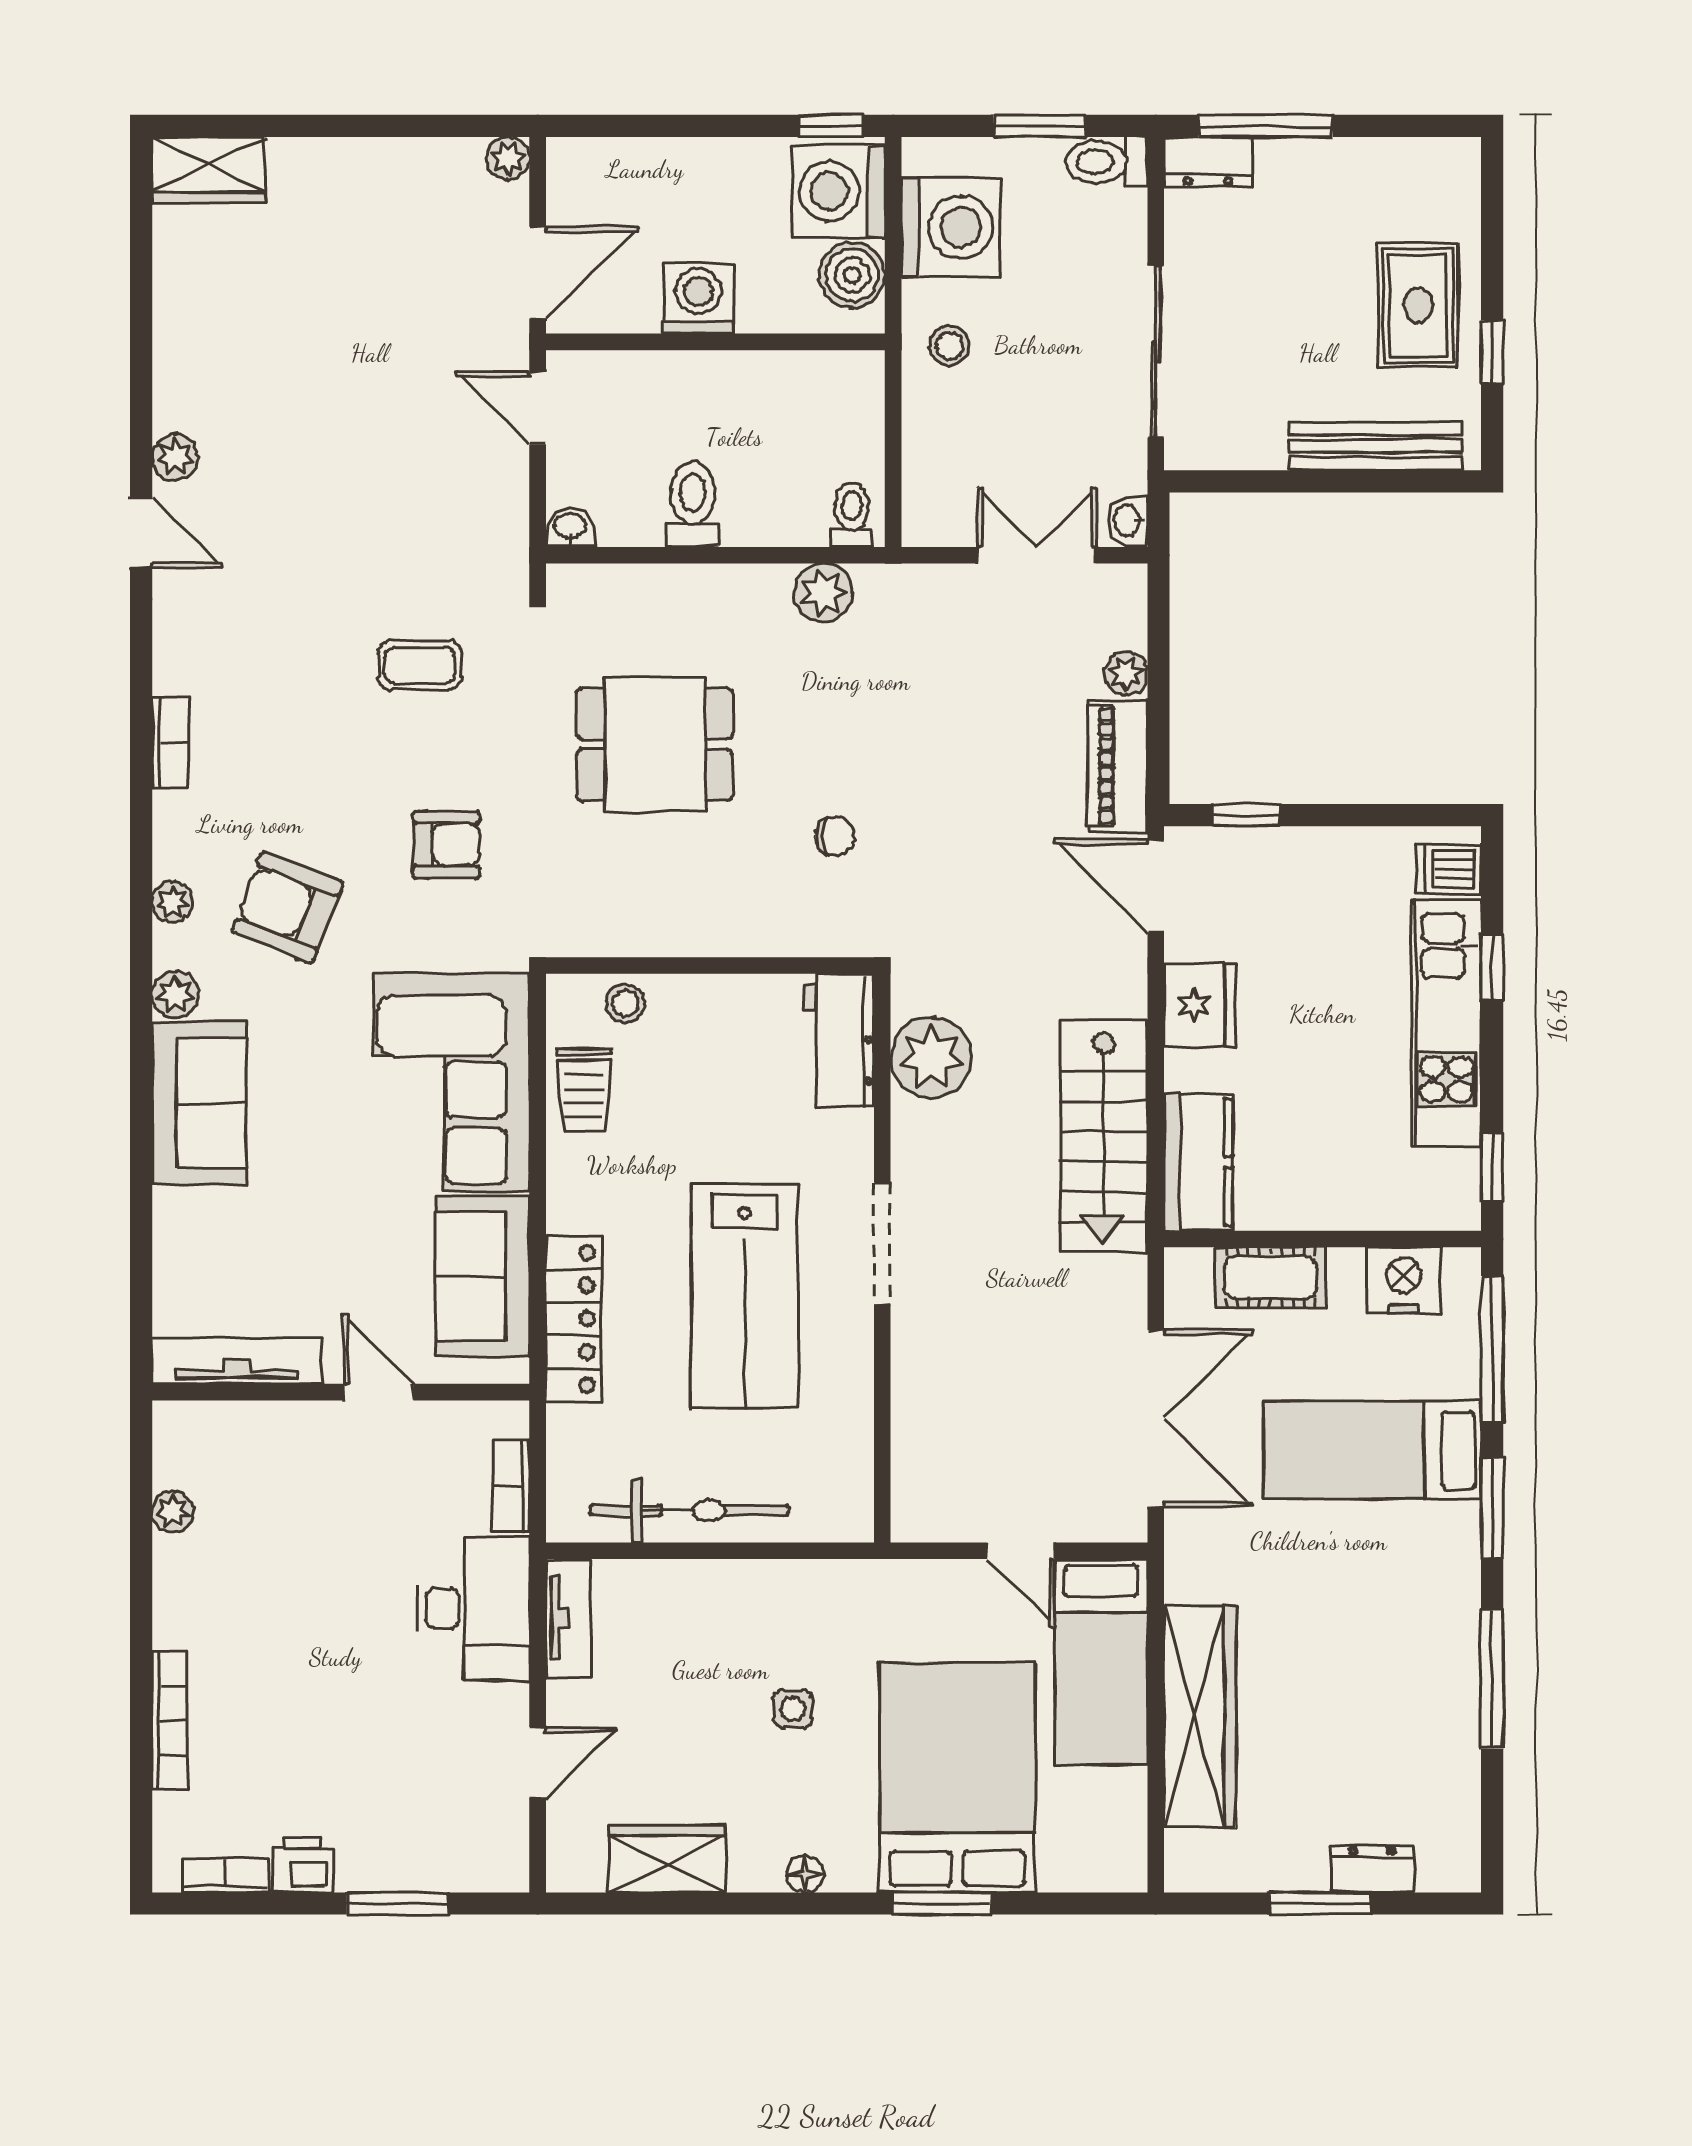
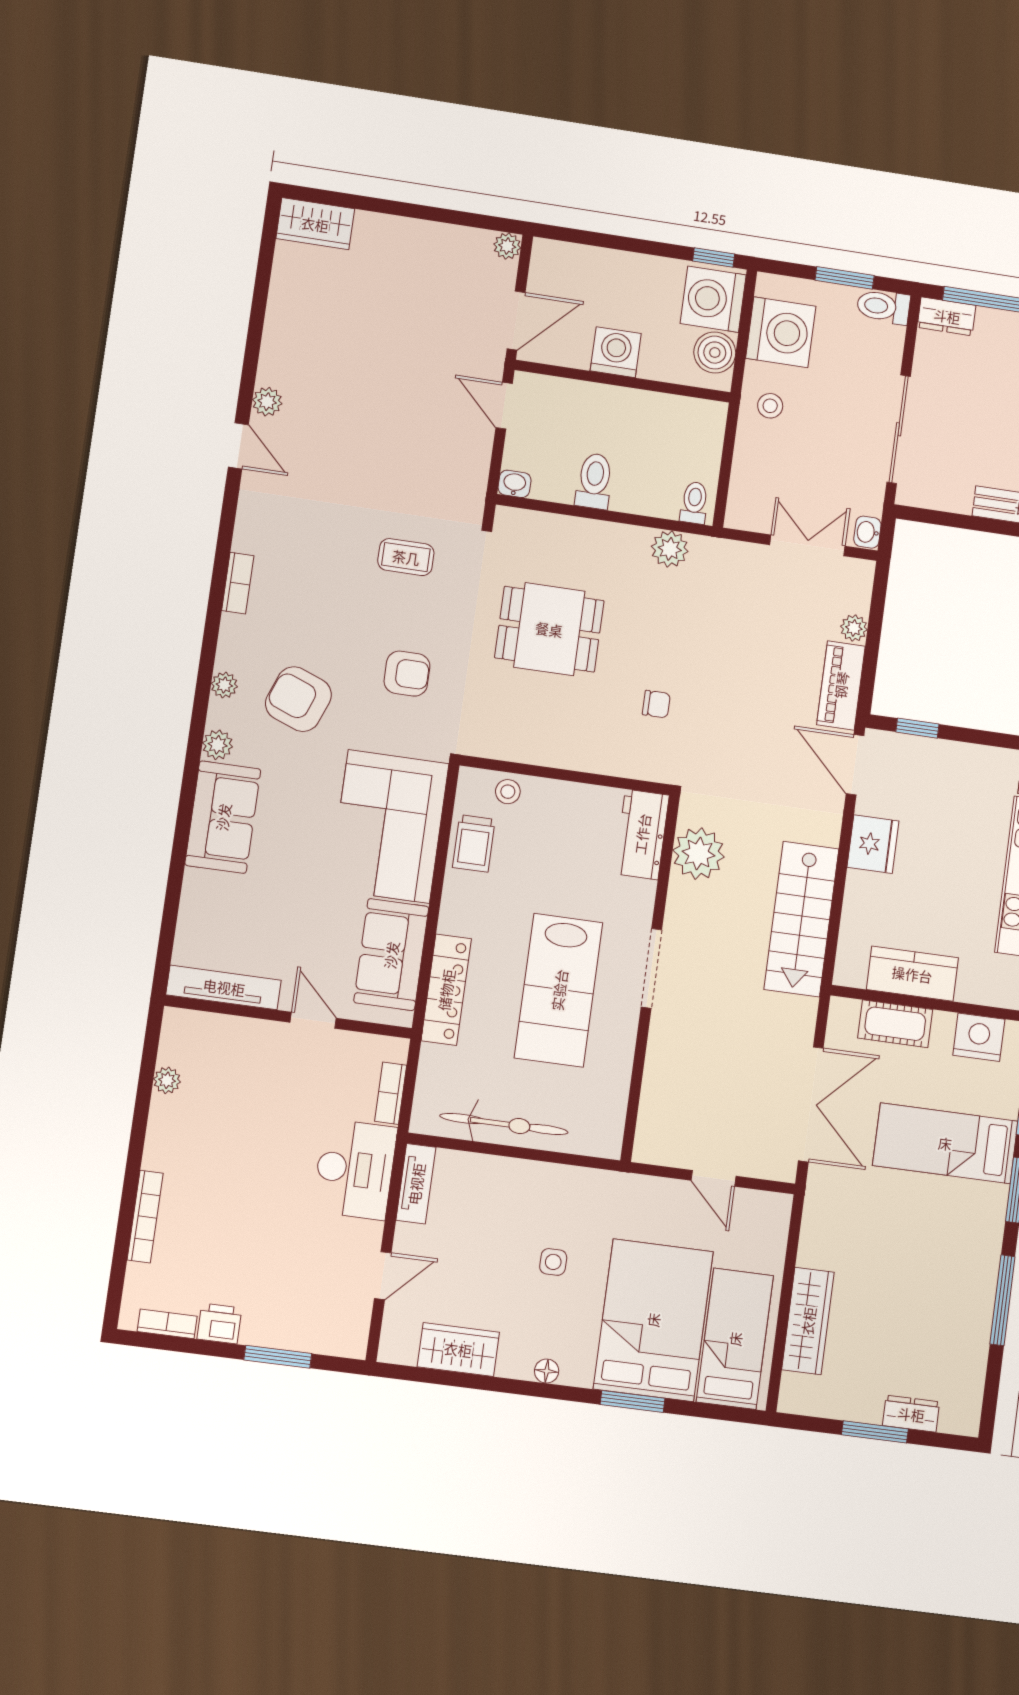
kitchen counter: (1198, 1162) -> (912, 974), moved, turned -90
bed: (1101, 1662) -> (735, 1339), moved, turned 180
wardrobe: (1200, 1717) -> (808, 1321), width x0.71, depth x0.85

